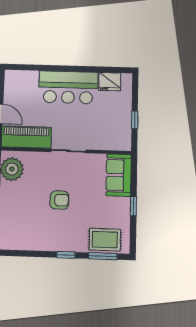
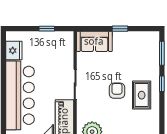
bar counter: (68, 87) -> (20, 95), width x1.36
rug: (105, 240) -> (142, 95), moved

